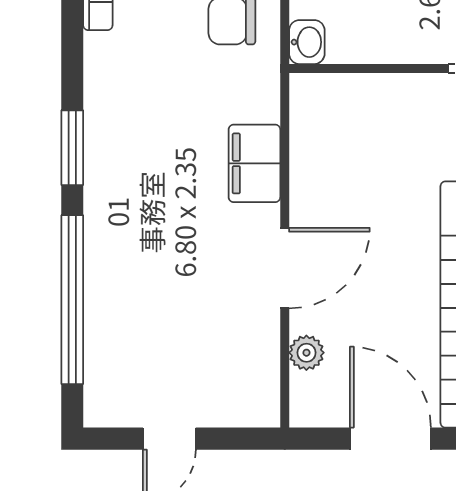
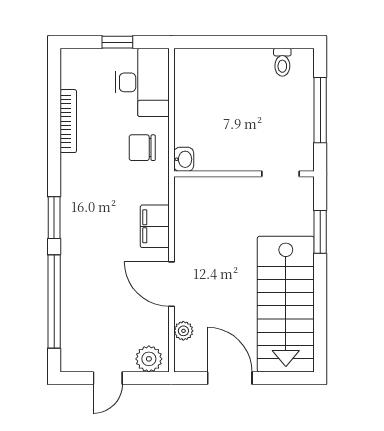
door: (285, 268) -> (171, 284), swing flipped
plant: (244, 404) -> (149, 359), added

